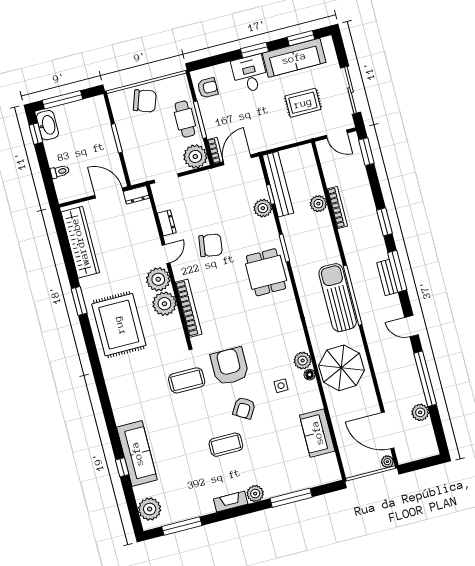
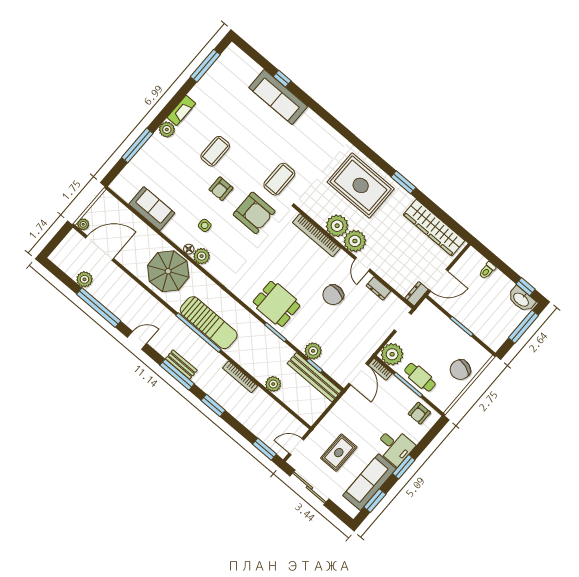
bookcase: (337, 208) -> (240, 377), moved
armchair: (244, 408) -> (221, 189), turned -121
plant: (150, 509) -> (239, 61), removed

